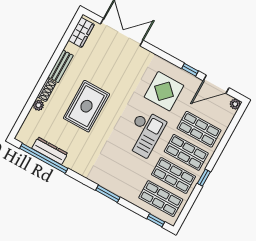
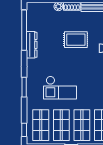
rug: (86, 106) -> (76, 40), width x0.73, depth x0.70
checkout: (144, 133) -> (60, 88), moved
dresser: (50, 151) -> (32, 45), moved

